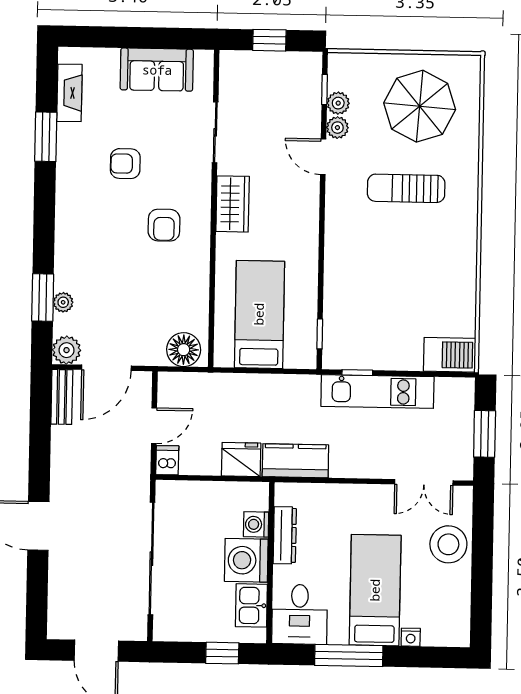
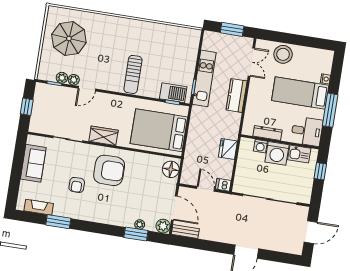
sun lounger: (406, 188) -> (133, 74), moved
armchair: (164, 225) -> (109, 170), width x1.88, depth x1.88
bed: (259, 314) -> (159, 130), width x1.50
barbecue: (450, 355) -> (173, 93), moved, turned 90
kitchen counter: (295, 461) -> (237, 95), moved

